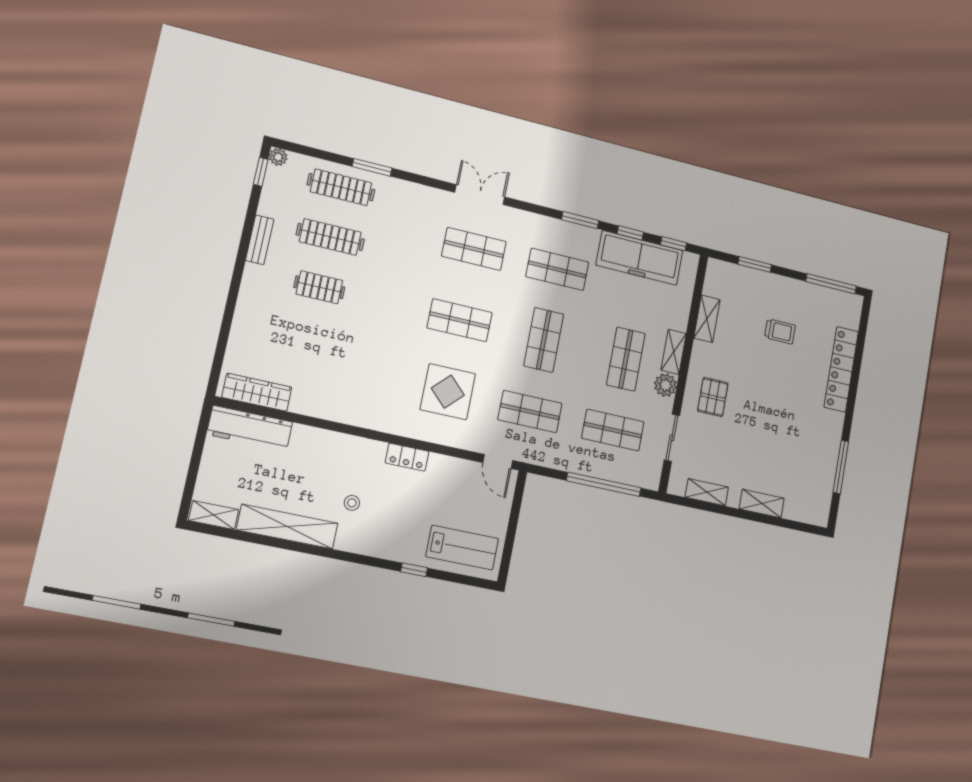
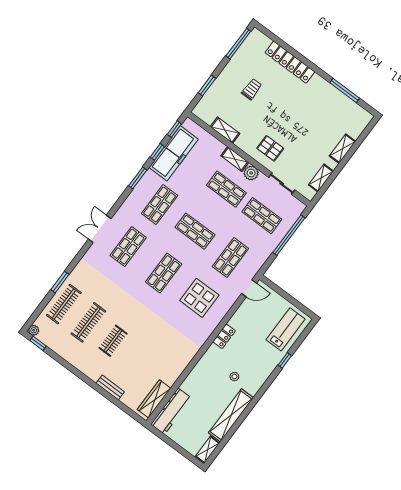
bench: (260, 240) -> (110, 387), moved
shop shelf: (613, 430) -> (262, 216), turned 90

